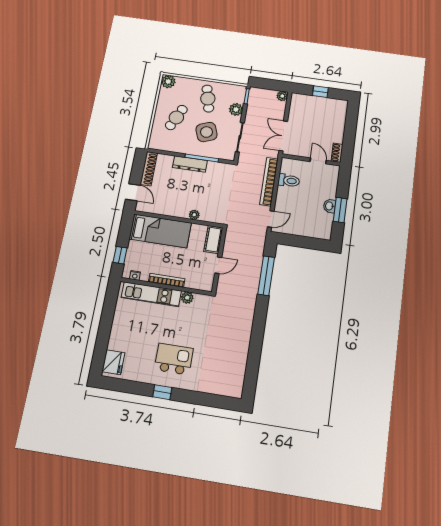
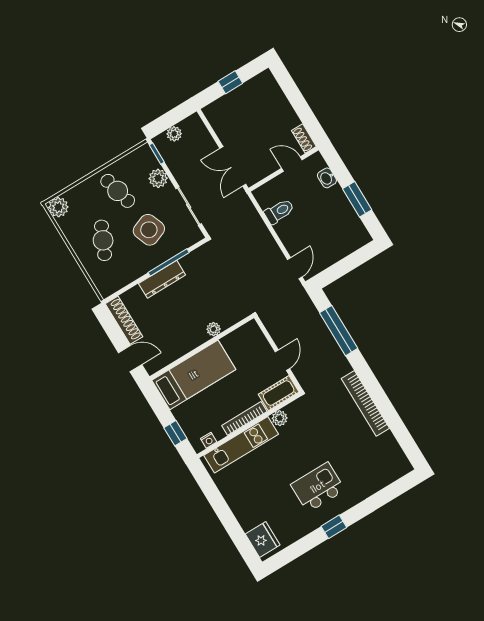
plant: (282, 96) -> (174, 134), moved
bookcase: (269, 182) -> (365, 403), moved
washbasin: (329, 206) -> (327, 178), moved
cot: (213, 240) -> (279, 393), moved, turned 90

